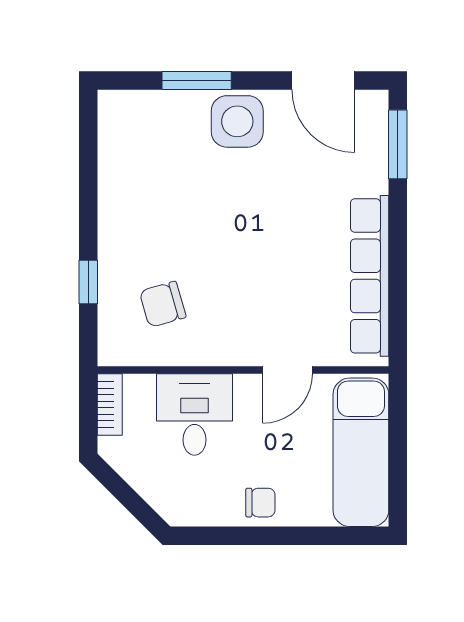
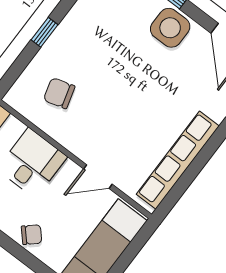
window: (88, 282) -> (45, 32), moved
chair: (260, 503) -> (32, 235), turned -42

